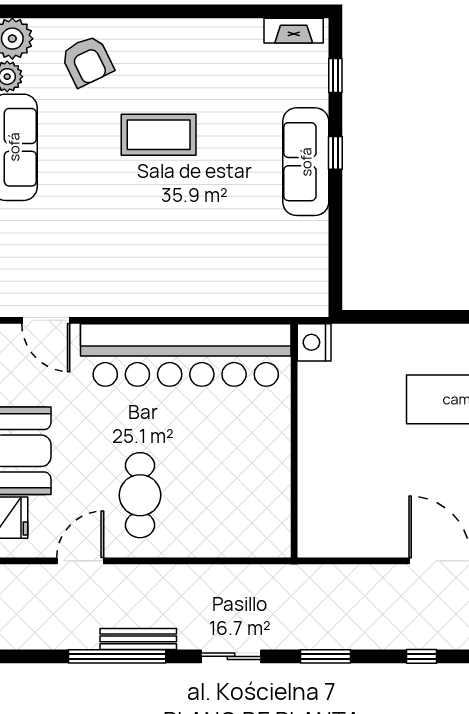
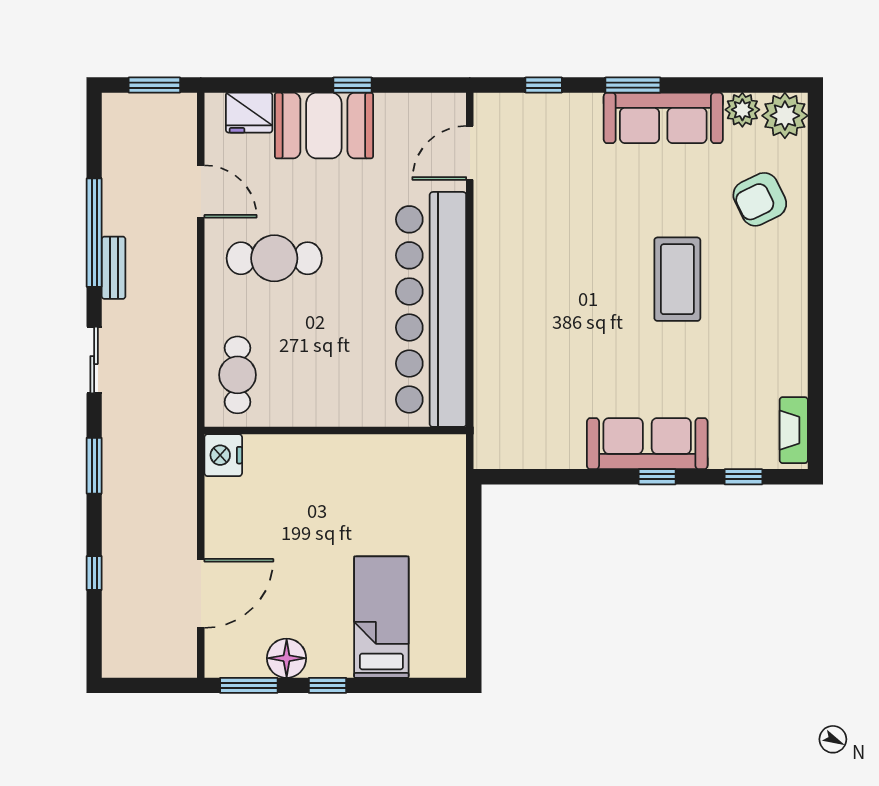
nightstand: (314, 342) -> (223, 455), moved, turned -90
cafe table: (244, 528) -> (238, 375), added
bench: (138, 639) -> (114, 268), width x0.73

